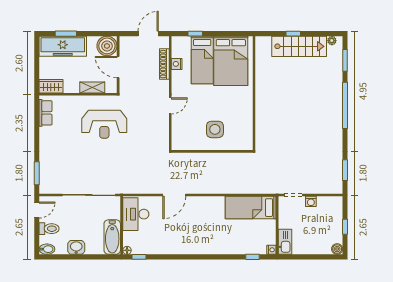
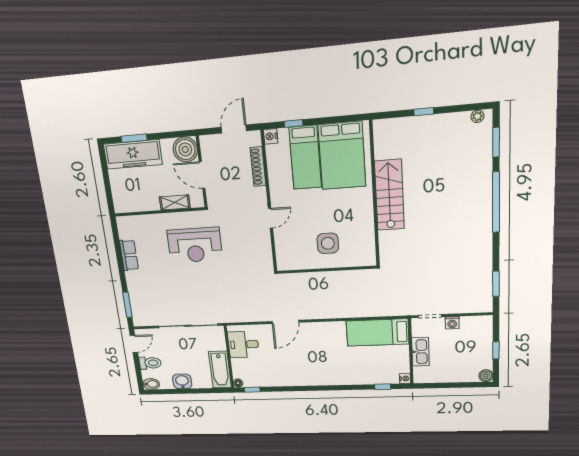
stairs: (299, 46) -> (389, 195), moved, turned -90
nightstand: (177, 64) -> (271, 136), moved
wardrobe: (51, 86) -> (127, 204), removed
row of seats: (46, 113) -> (129, 255), moved
desk: (136, 214) -> (243, 344), width x0.73
kitchen sink: (285, 242) -> (420, 352), moved

